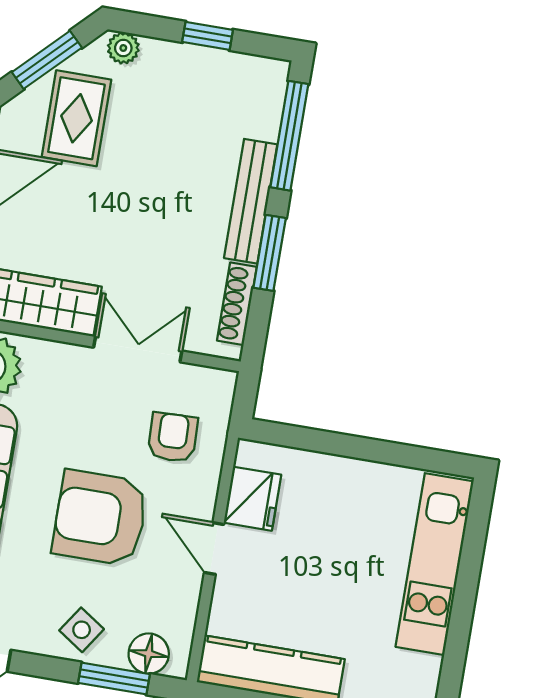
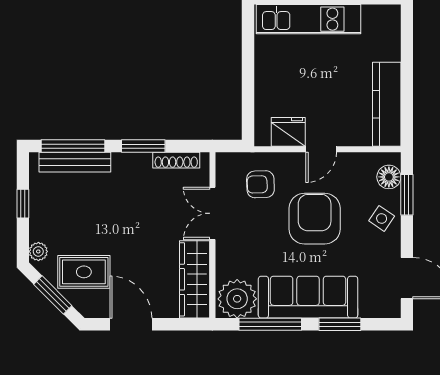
bench: (251, 201) -> (75, 162), moved
armchair: (100, 518) -> (315, 219), turned 180

